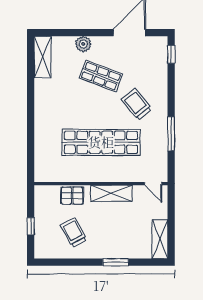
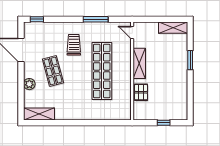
shop shelf: (101, 76) -> (53, 71), turned -36
trolley: (137, 104) -> (74, 45), turned 129
door: (153, 184) -> (132, 33), swing flipped
trolley: (74, 232) -> (168, 91), removed

